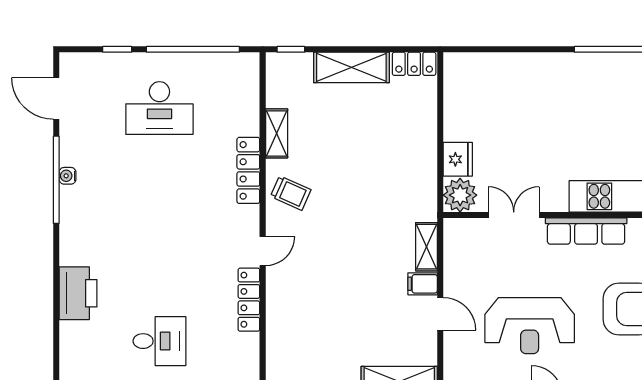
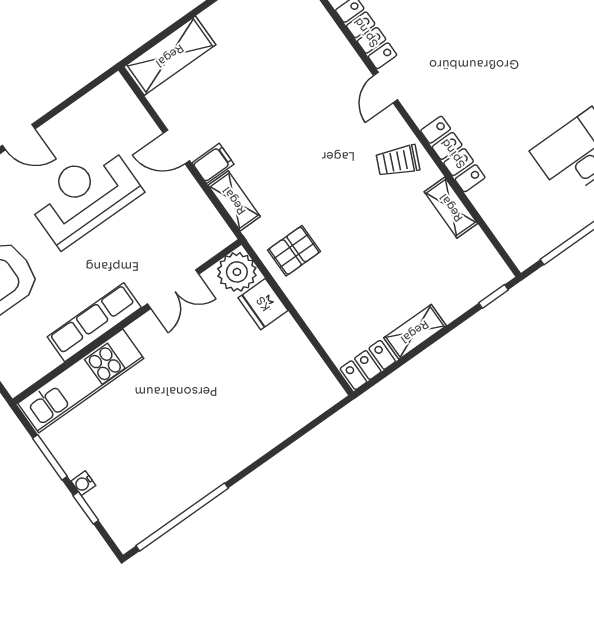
shelving: (351, 67) -> (415, 332), width x0.67, depth x0.75
pallet: (409, 181) -> (294, 251), added

